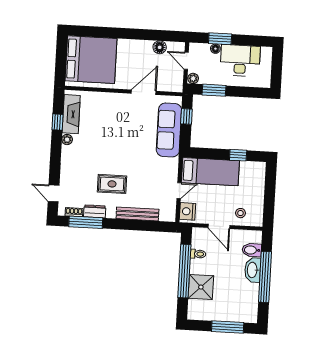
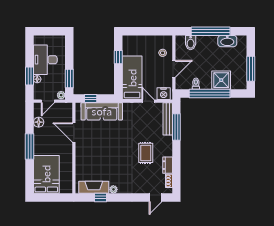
window: (129, 34) -> (29, 146), added
bed: (91, 60) -> (46, 174), width x0.73
bench: (137, 214) -> (168, 119), moved
window: (86, 222) -> (176, 127), moved
washbasin: (253, 270) -> (227, 41), moved
window: (228, 327) -> (251, 69), moved

